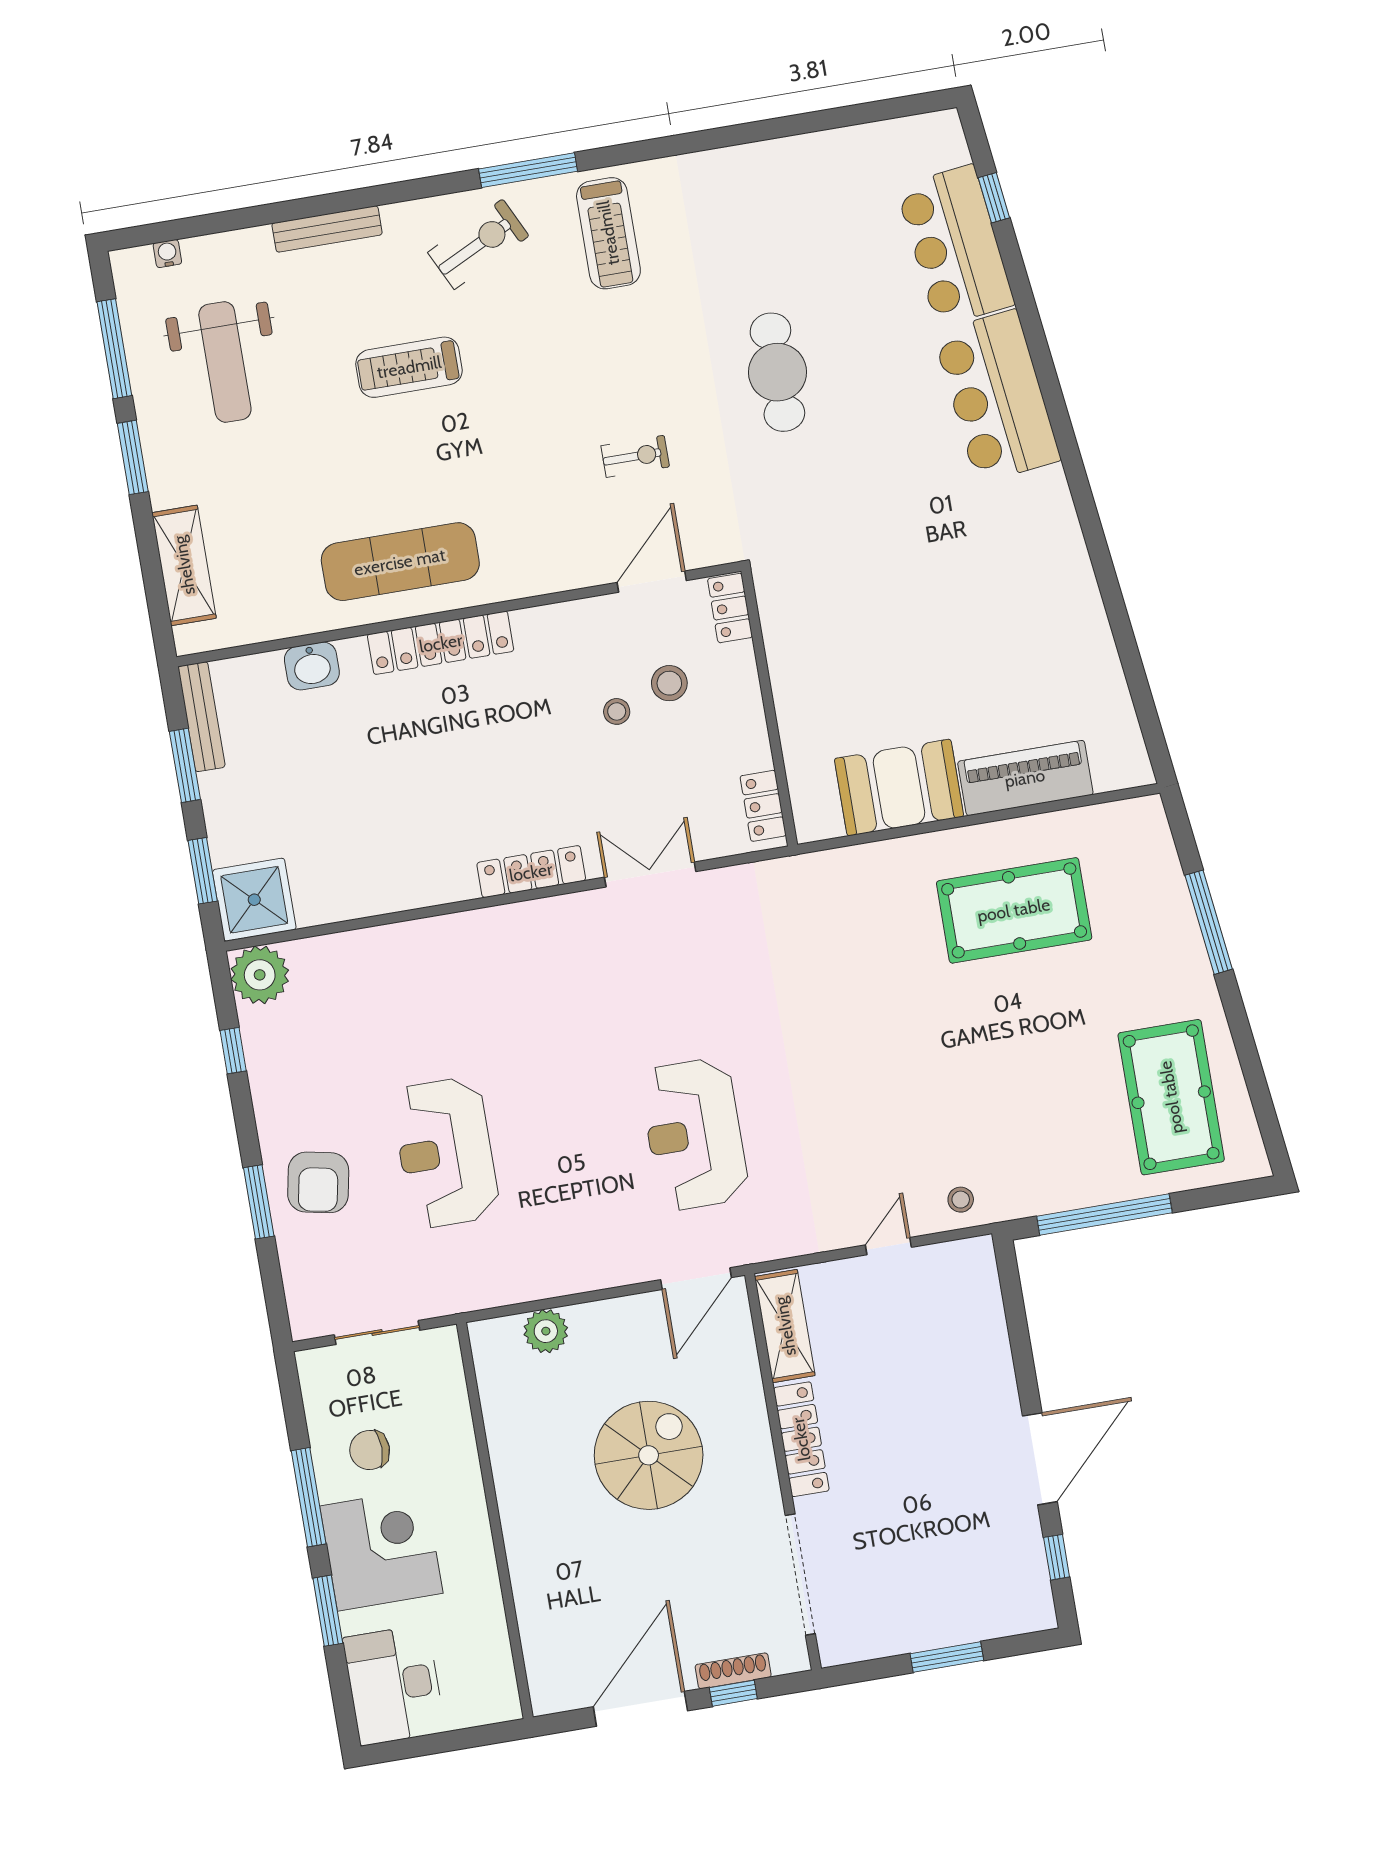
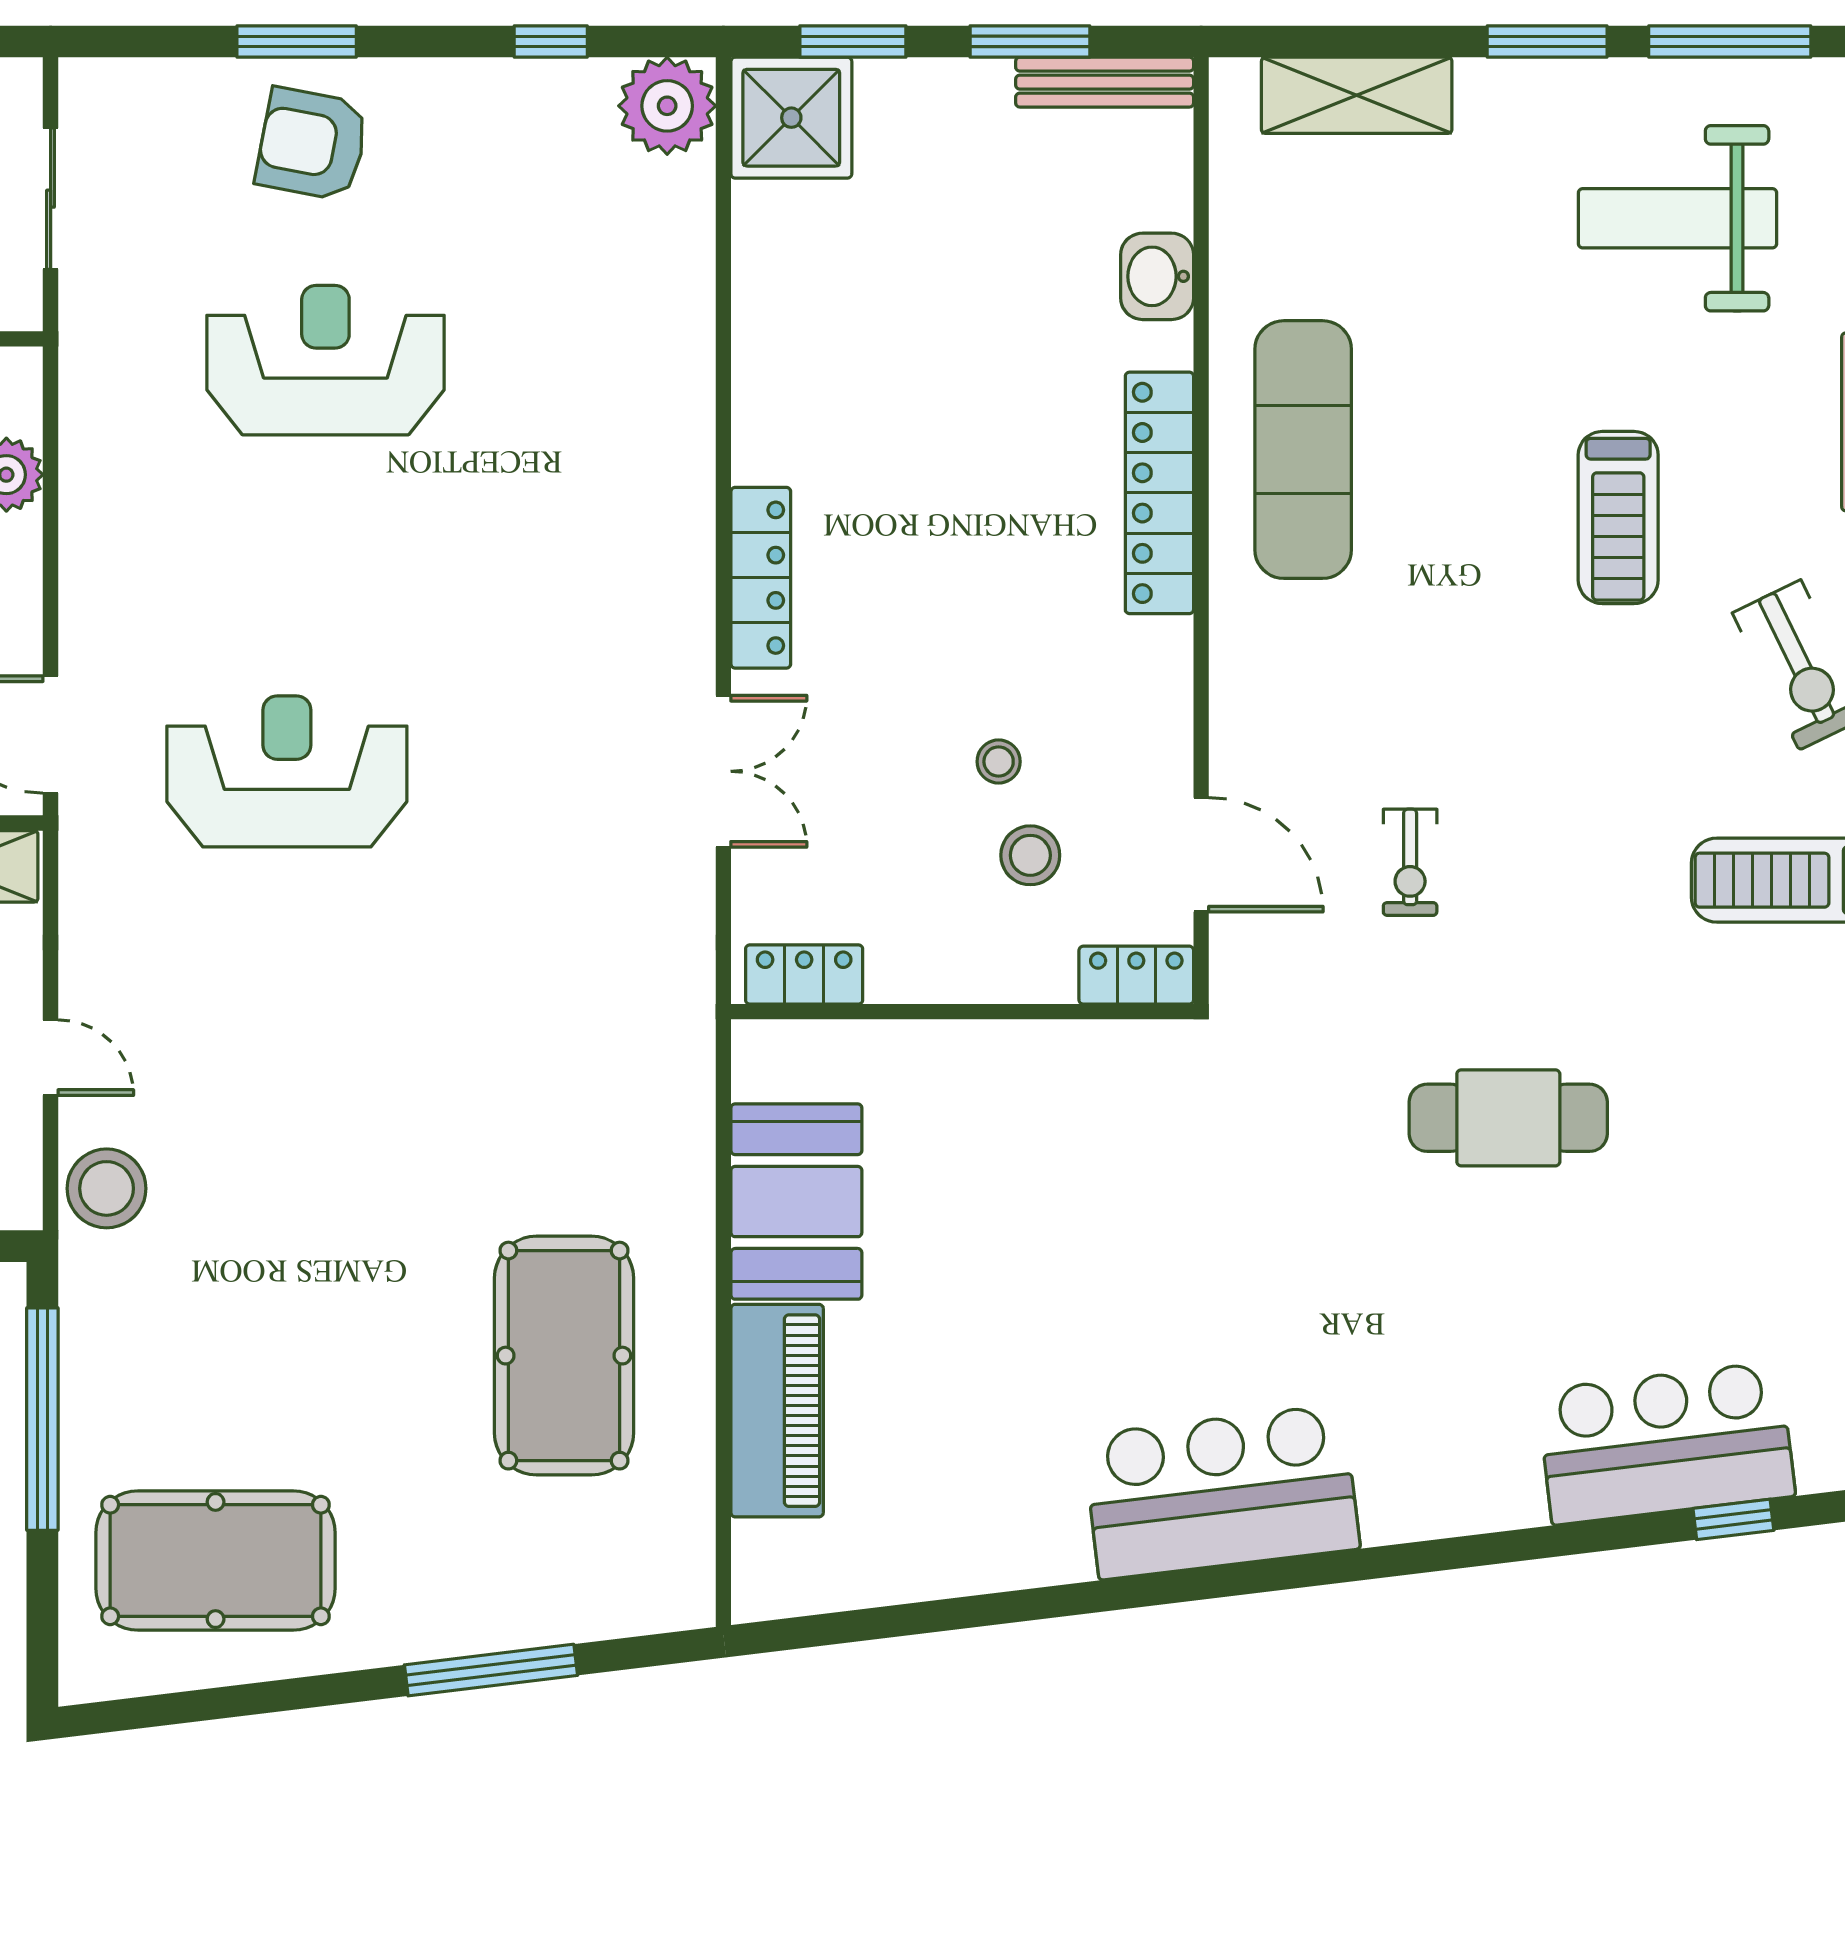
treadmill: (409, 367) -> (1618, 518), turned 180
bar counter: (997, 397) -> (1221, 1492), moved
stool: (961, 1200) -> (107, 1188), width x1.89, depth x1.89

